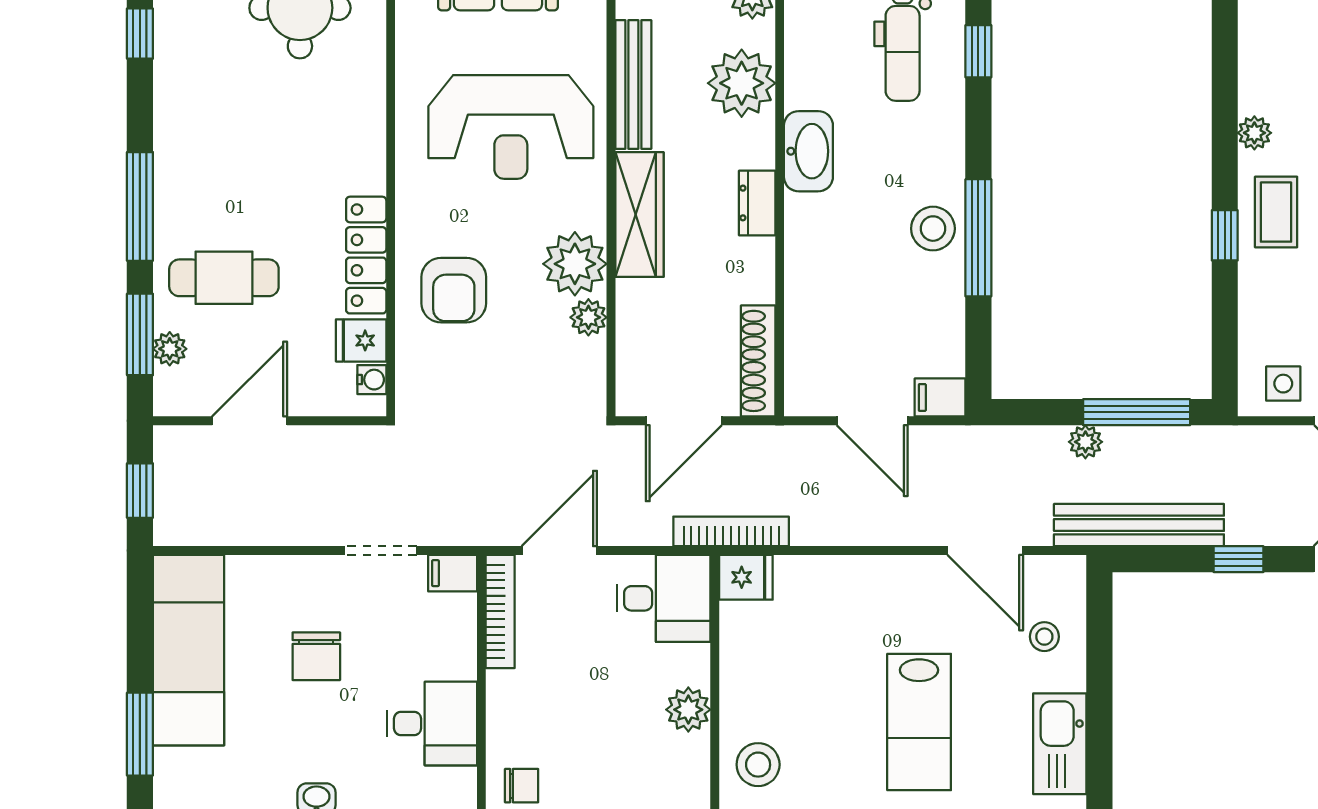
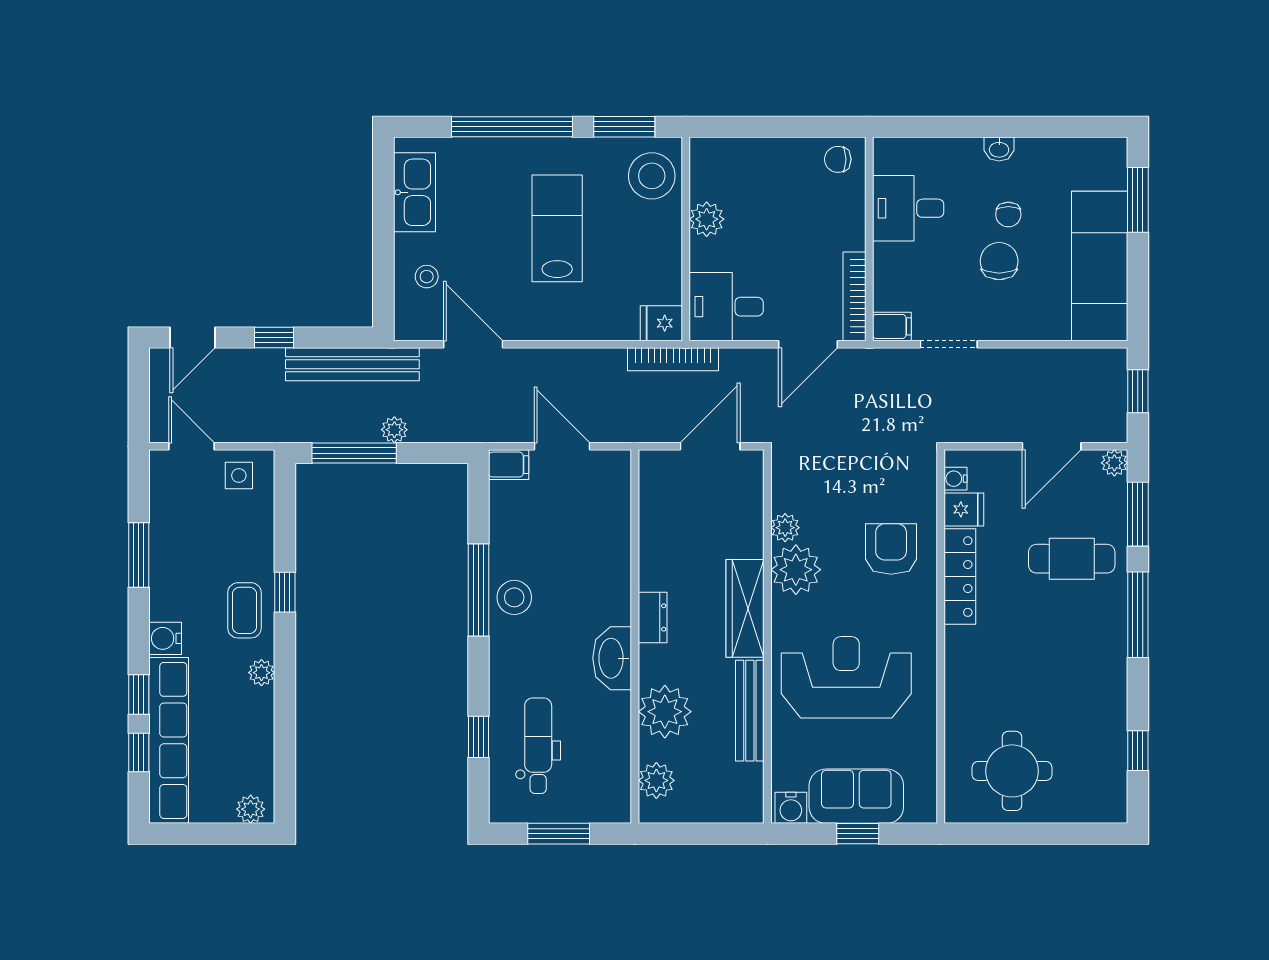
plant: (170, 349) -> (1114, 463), moved
shoe rack: (758, 361) -> (652, 493), removed
chair: (305, 716) -> (1008, 214), added
lab bench: (919, 722) -> (557, 228), moved
stool: (758, 765) -> (652, 176), width x1.38, depth x1.38

